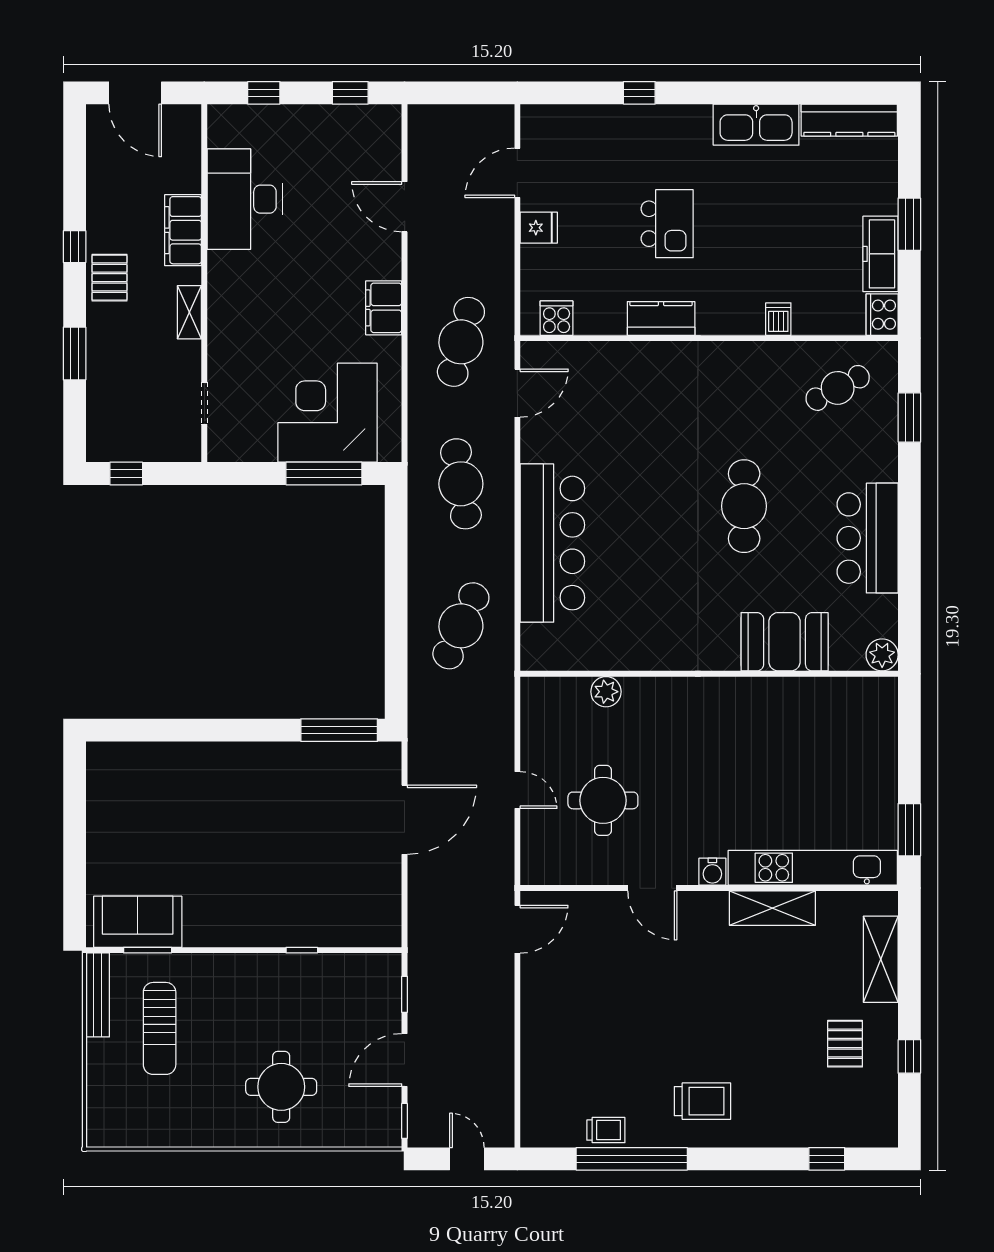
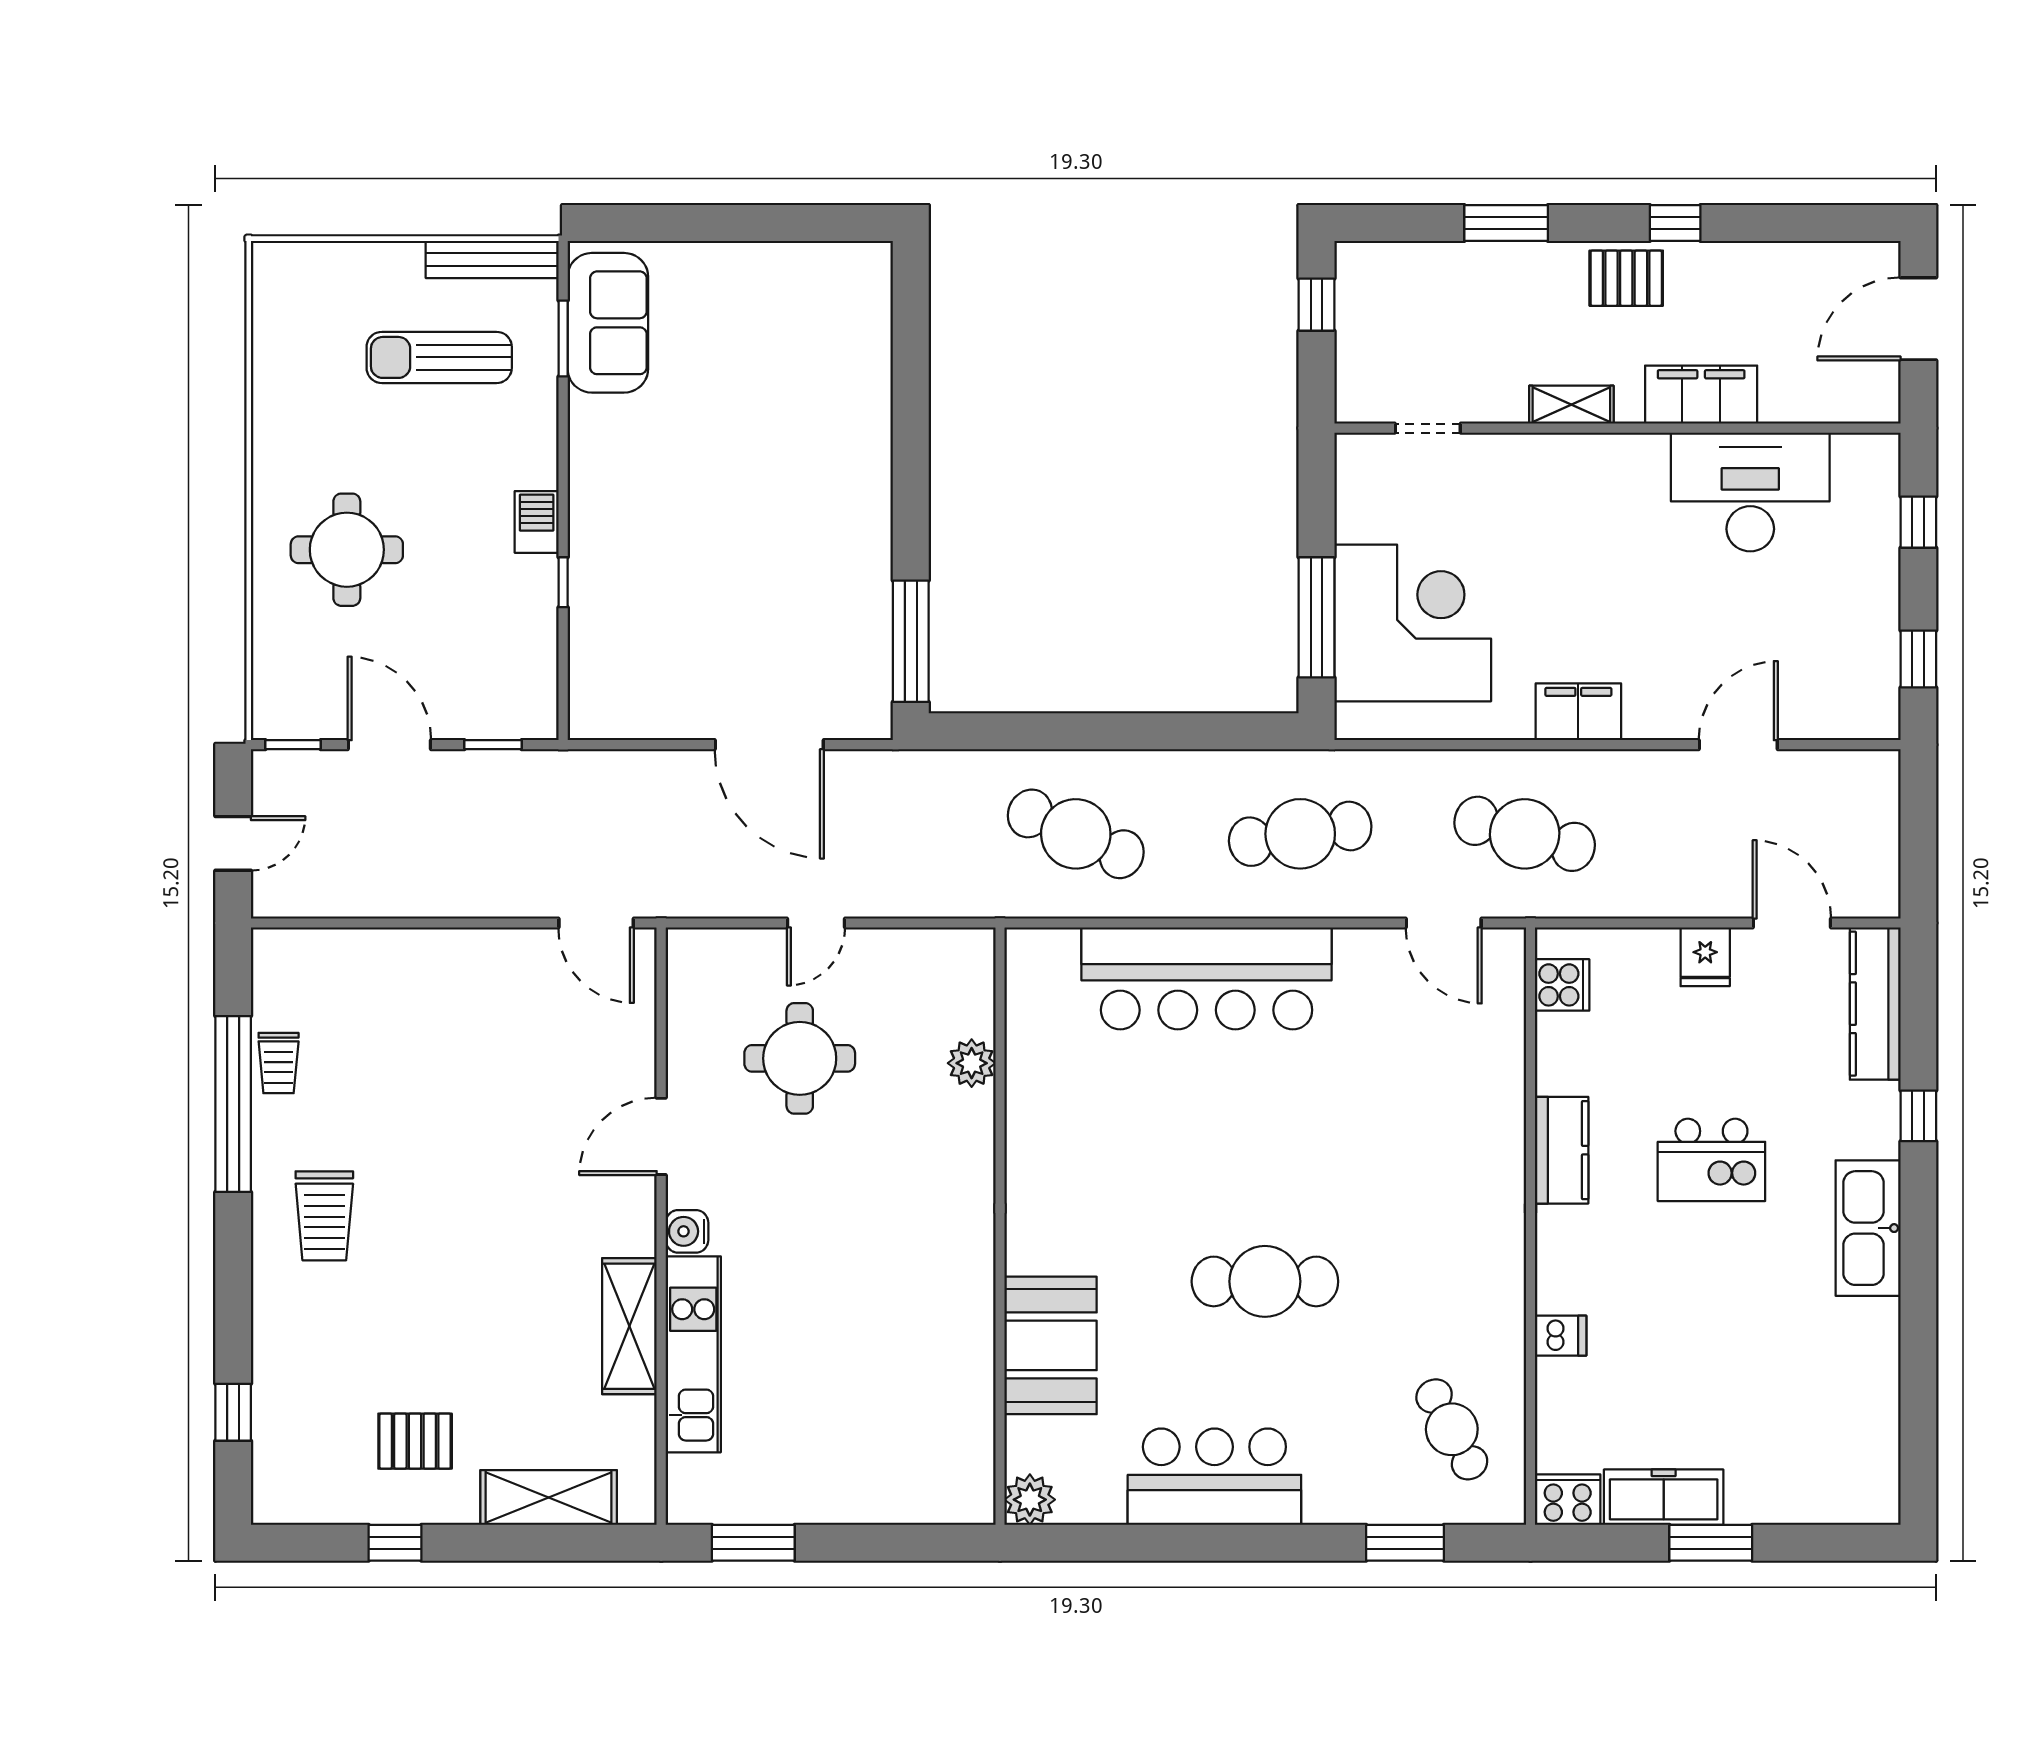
kitchen counter: (849, 120) -> (1875, 1004), moved
kitchen sink: (756, 125) -> (1868, 1228), moved
kitchen unit: (813, 868) -> (693, 1354), width x0.73
barbecue: (264, 967) -> (537, 522), added

